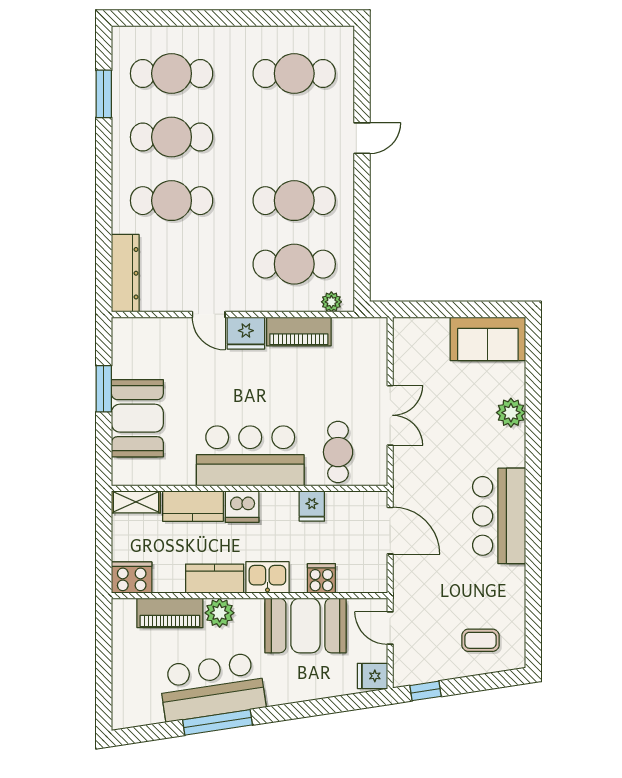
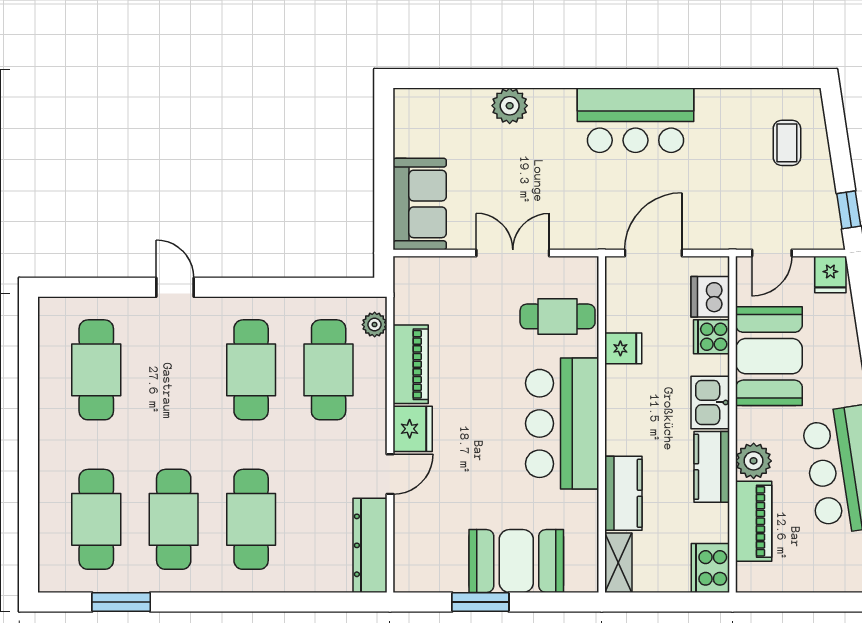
dresser: (125, 273) -> (370, 545), moved, turned -90
sofa: (488, 339) -> (420, 204), moved
dishwasher: (242, 507) -> (710, 297), moved, turned 180

